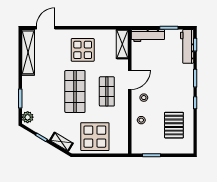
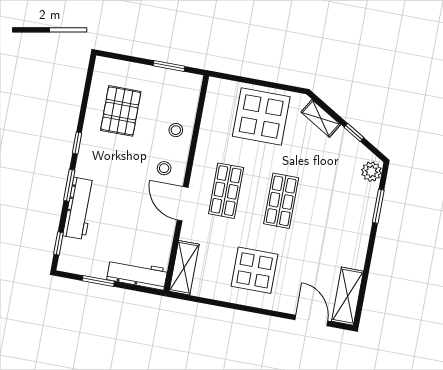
door: (46, 28) -> (311, 320), swing flipped
workbench: (187, 46) -> (79, 208), moved
shelving: (28, 52) -> (347, 296), width x0.68
door: (130, 80) -> (183, 204), hinge flipped
shop shelf: (75, 91) -> (281, 201), width x0.70, depth x0.74

